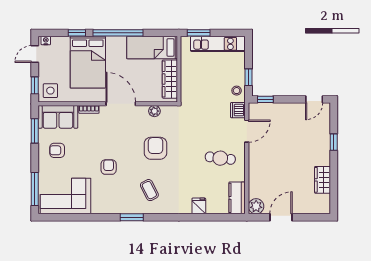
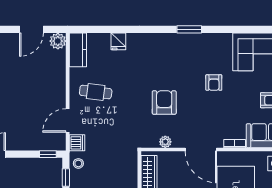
armchair: (155, 148) -> (164, 102), turned 180
coffee table: (149, 190) -> (171, 58), removed

